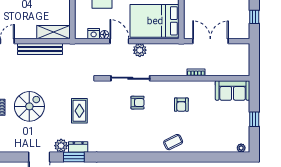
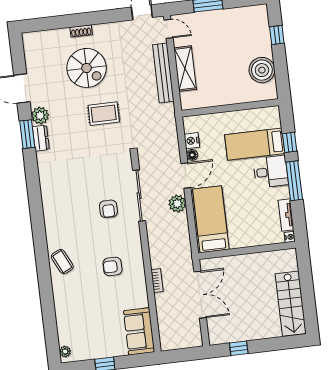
bed: (155, 21) -> (211, 219), width x0.67
shelving: (53, 32) -> (185, 69), moved
rug: (79, 111) -> (104, 114), moved

